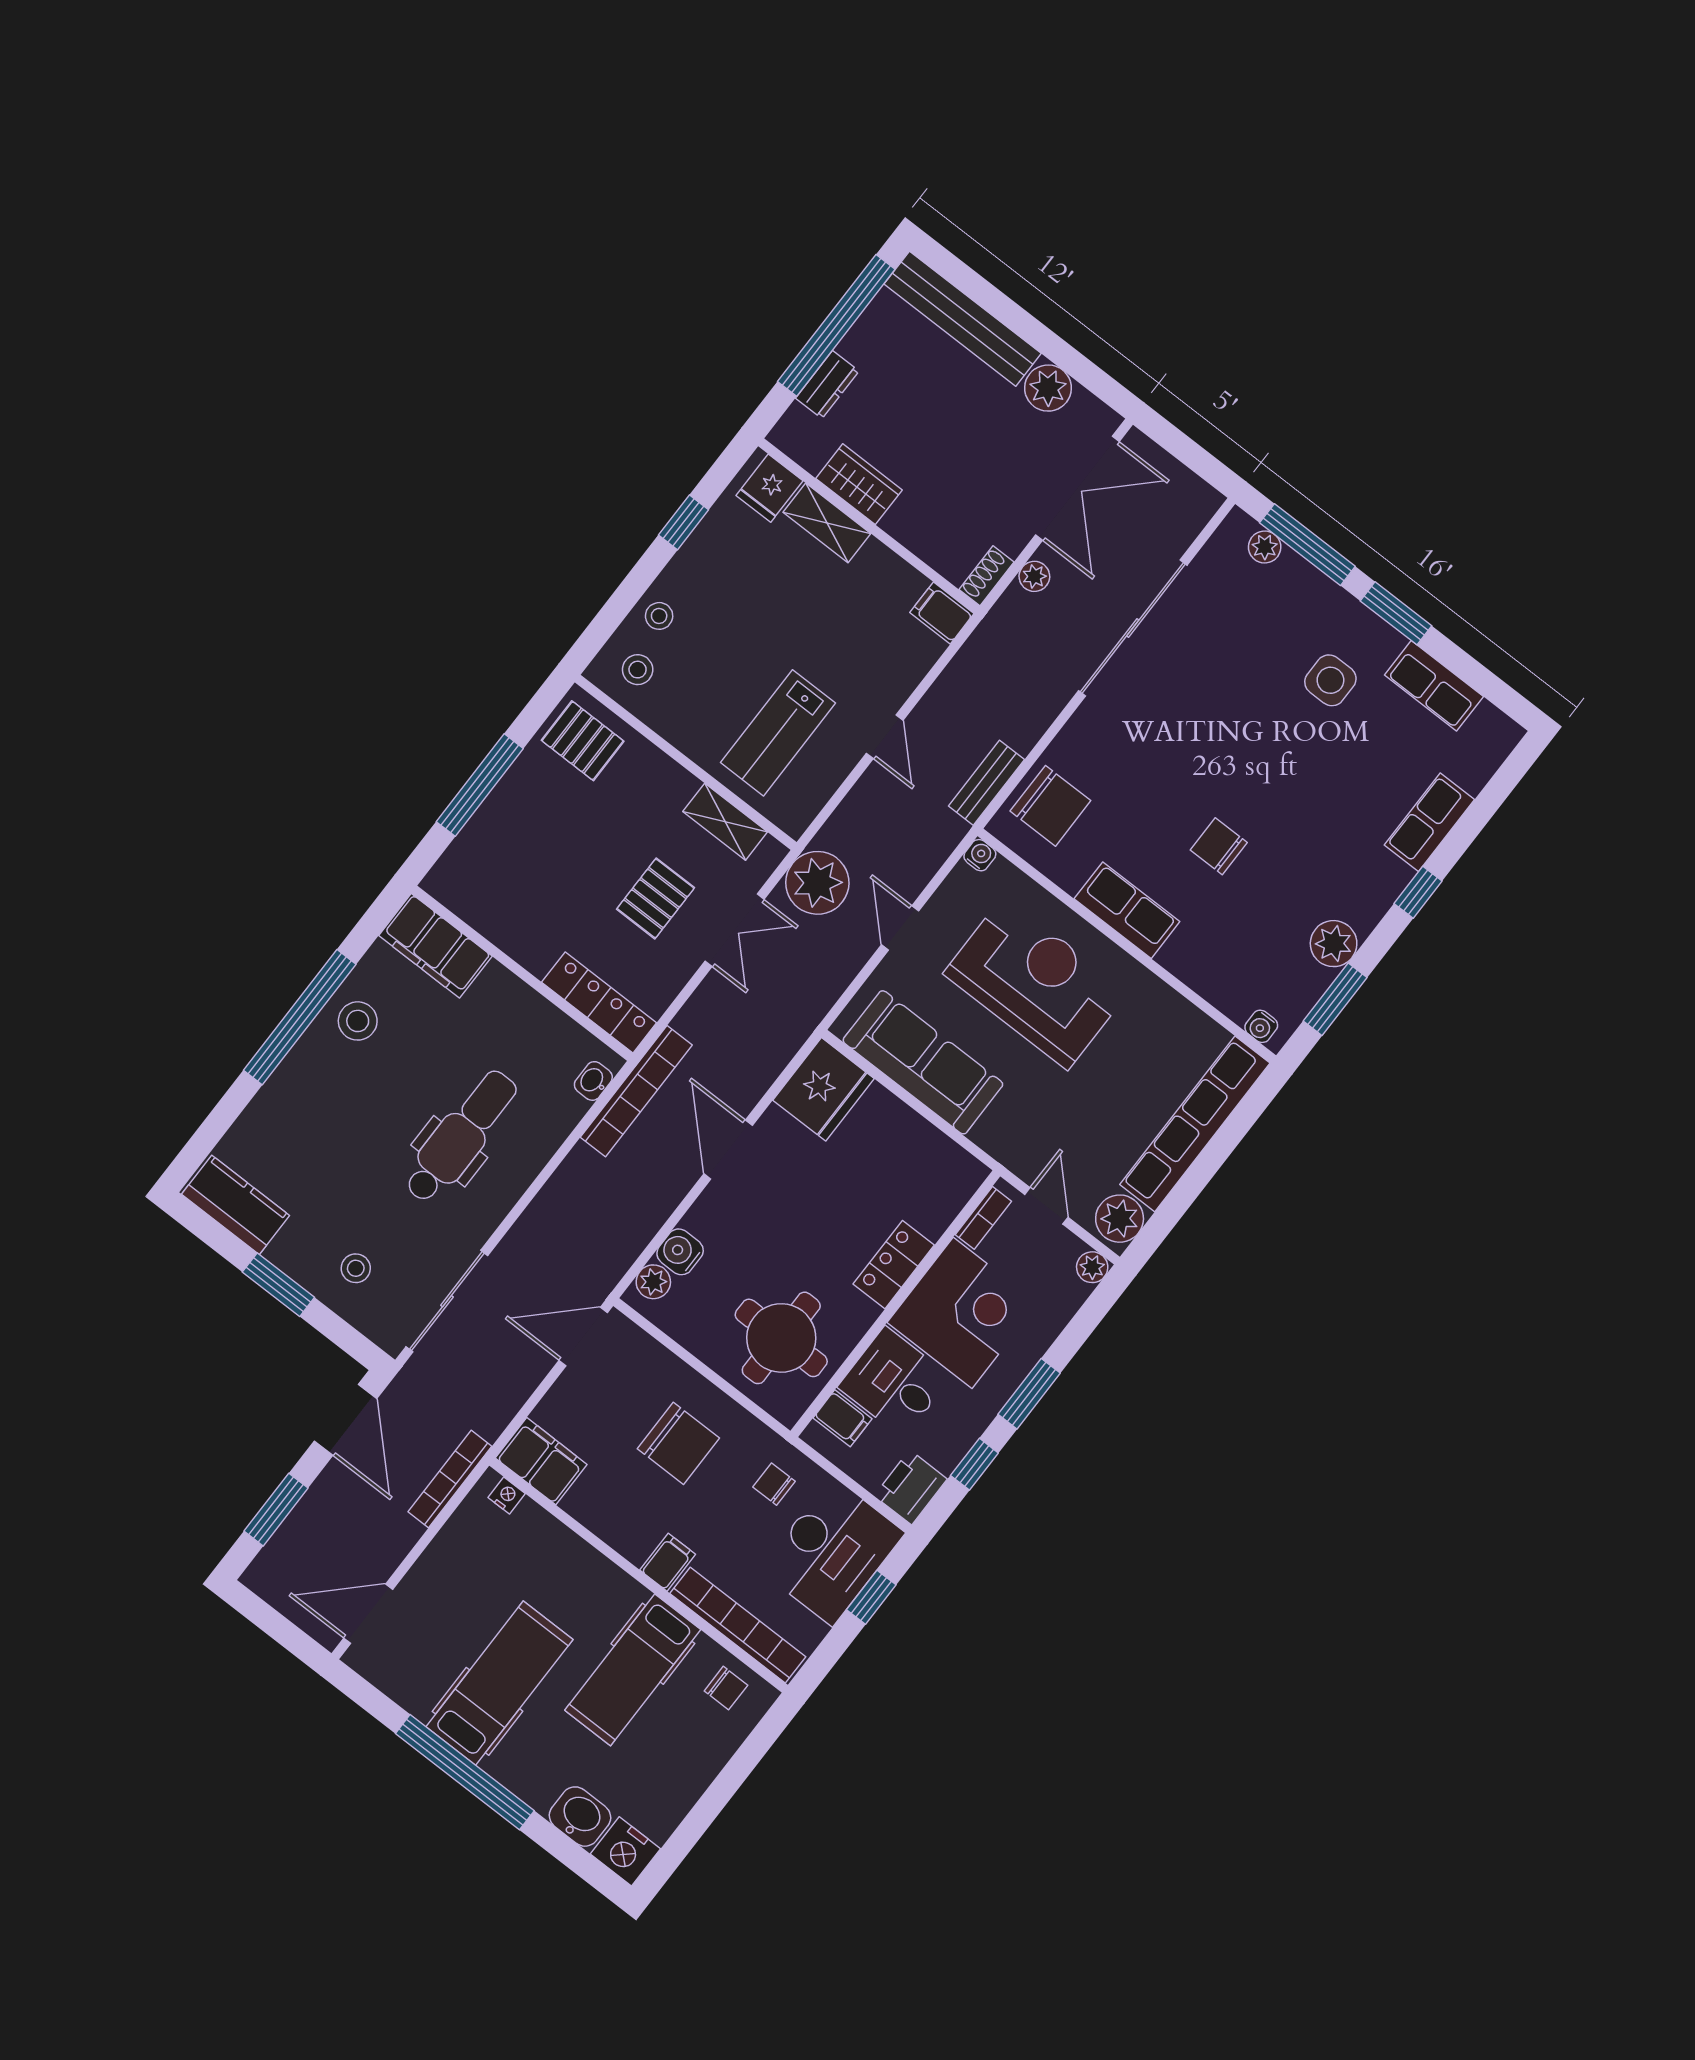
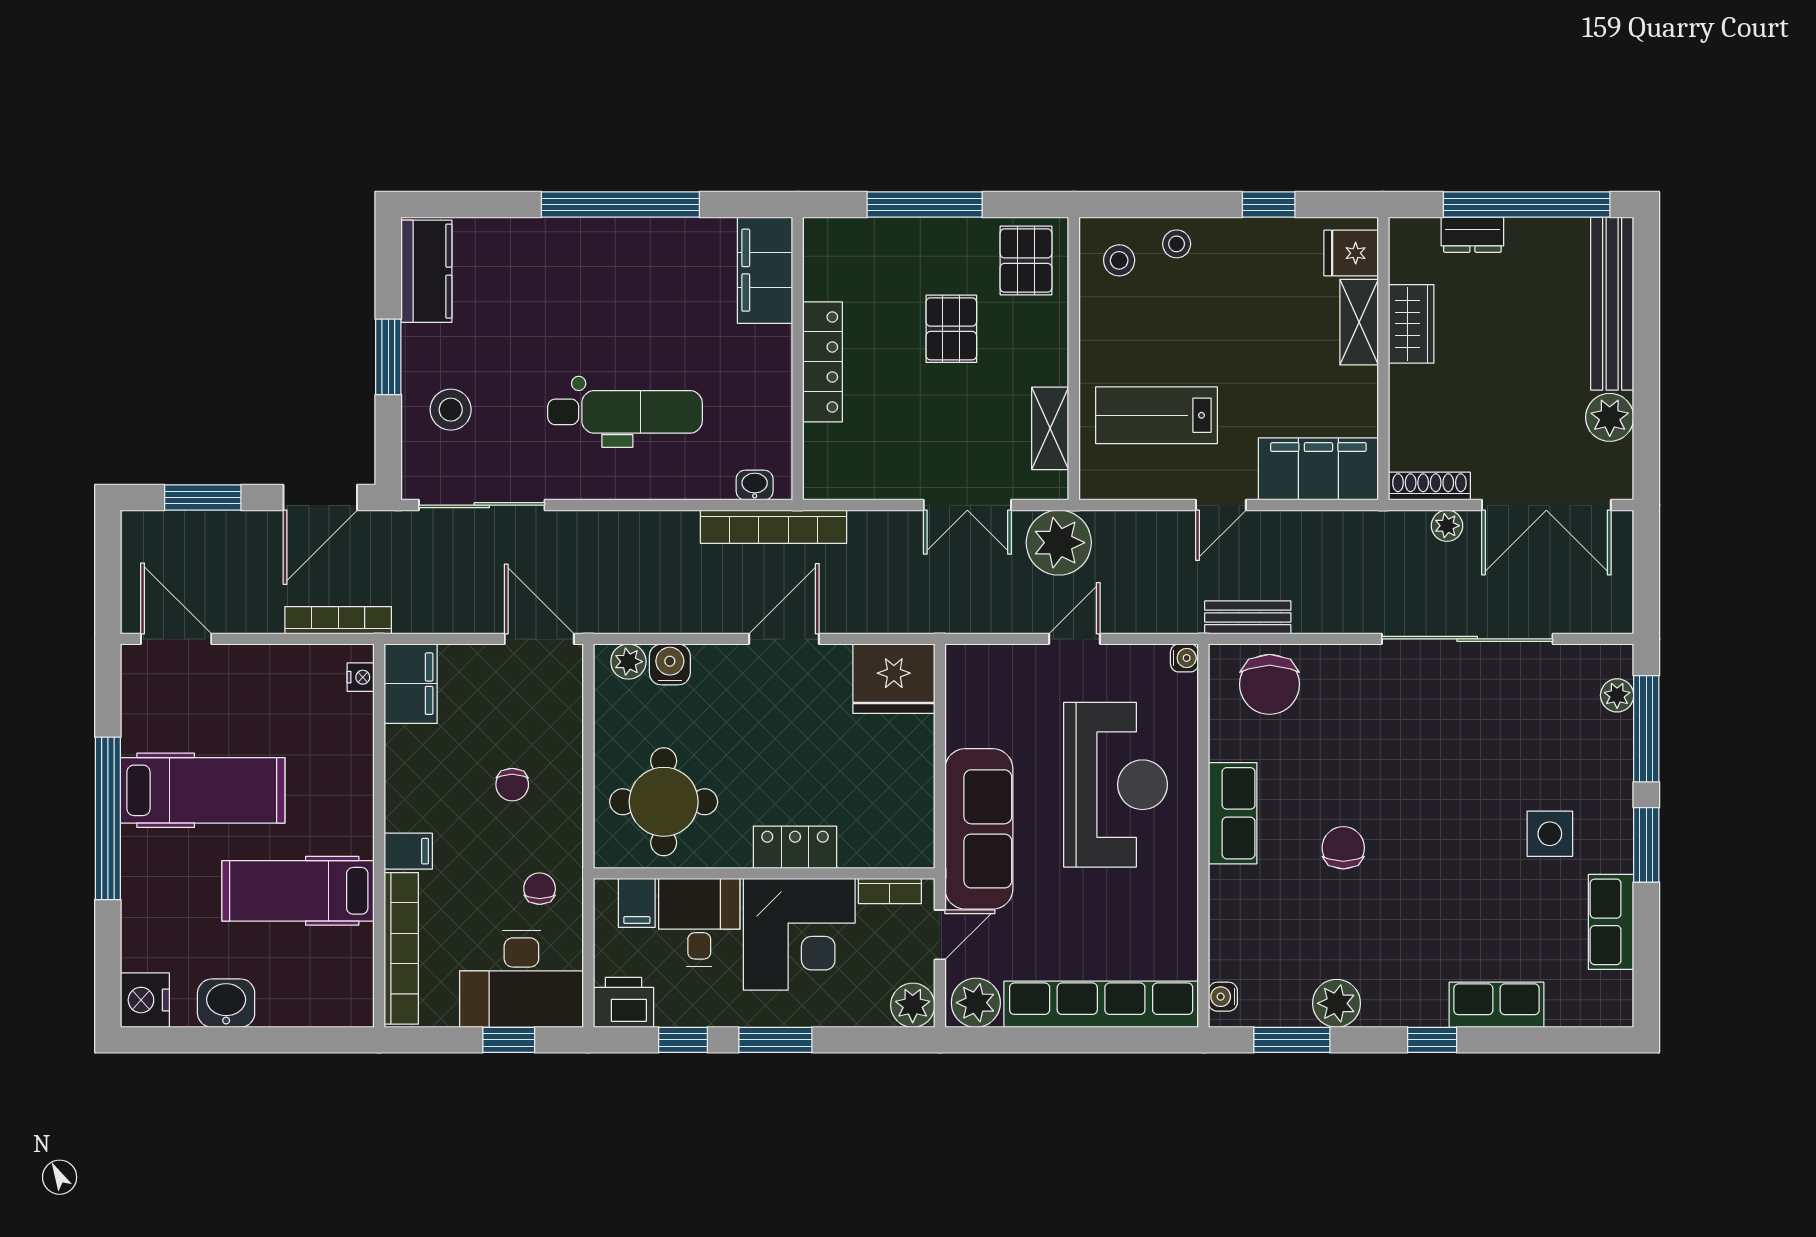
shoe rack: (986, 576) -> (1429, 486), width x1.43
filing cabinet: (942, 613) -> (1318, 469), width x3.00, depth x1.17
pallet: (656, 898) -> (951, 329), moved, turned 90
locker: (599, 1002) -> (822, 362), moved
stool: (358, 1021) -> (654, 254), removed
sofa: (923, 1062) -> (979, 829), moved
plant: (1092, 1267) -> (913, 1005), width x1.38, depth x1.38
stool: (356, 1268) -> (451, 410), width x1.37, depth x1.37
chair: (678, 1443) -> (512, 785), width x0.54, depth x0.54
chair: (726, 1688) -> (342, 979), removed
washbasin: (580, 1817) -> (226, 1003), moved, turned -90

